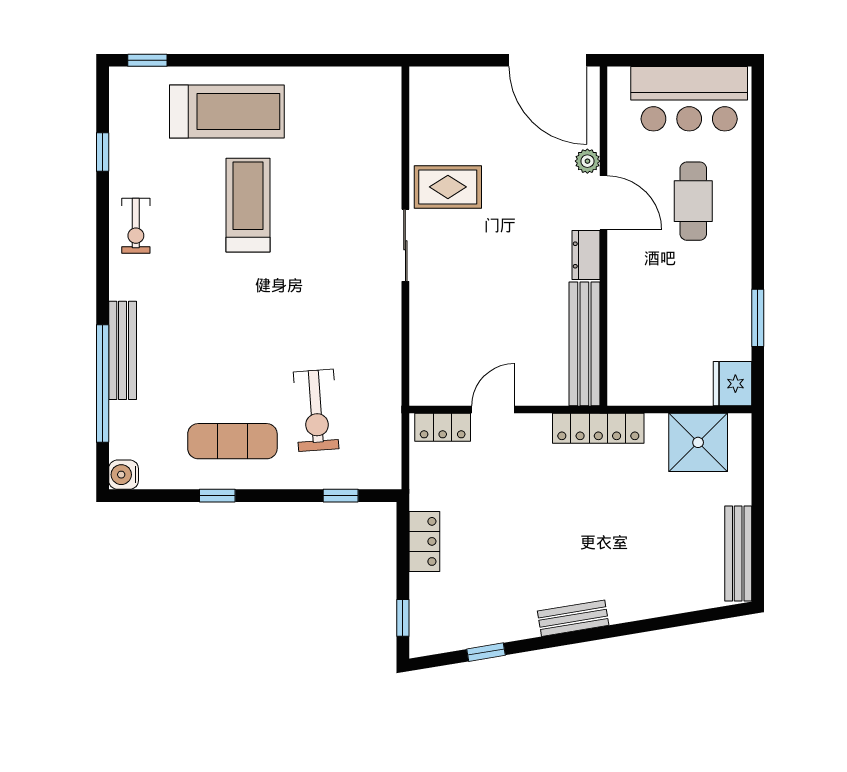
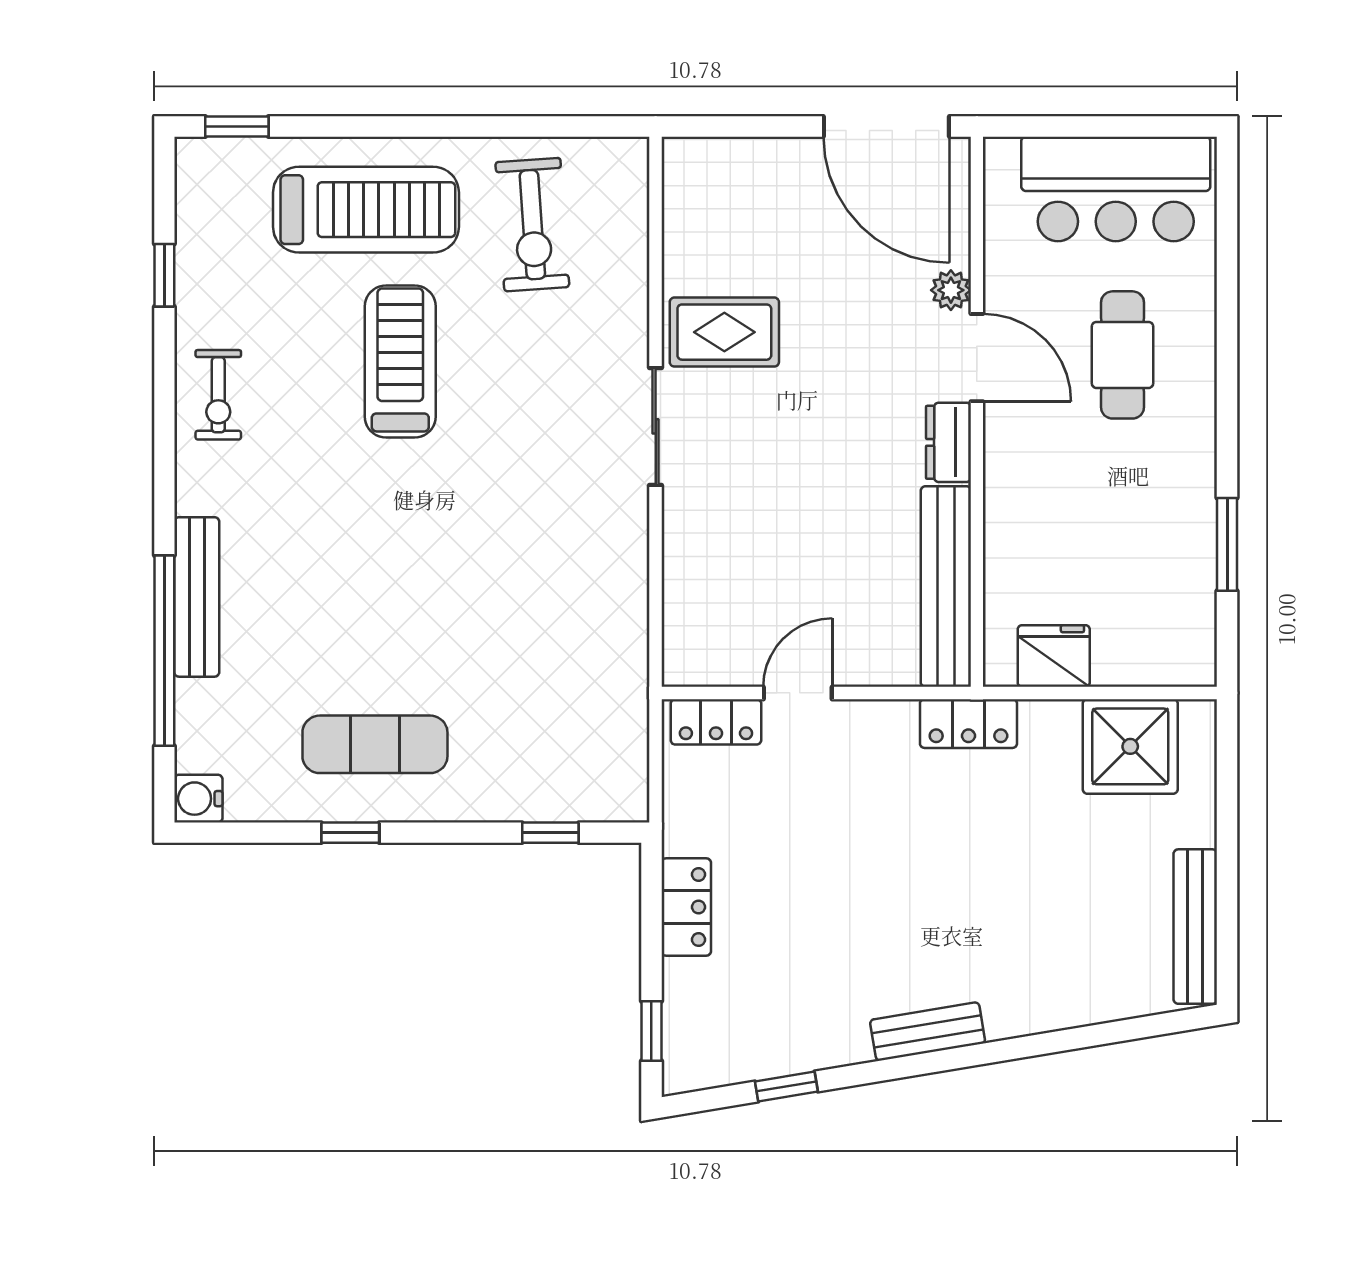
fridge: (732, 384) -> (1054, 656), moved, turned 90
exercise bike: (316, 410) -> (532, 225), moved
locker: (598, 428) -> (968, 724), width x0.66

